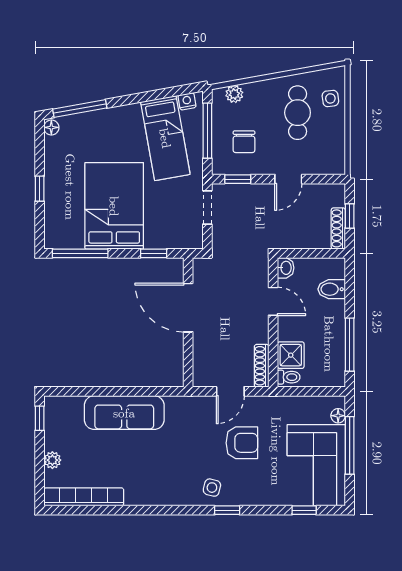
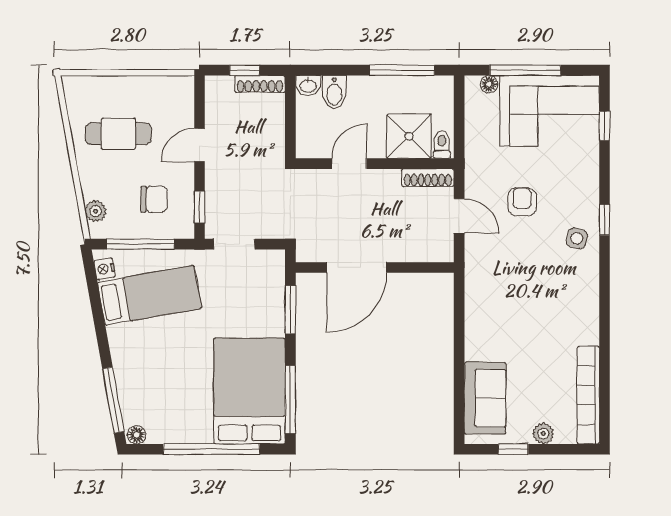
side table: (330, 98) -> (101, 94), removed
door: (288, 179) -> (200, 145), swing flipped
window: (40, 189) -> (211, 449), width x3.17
bed: (114, 206) -> (249, 391), moved, turned 90
window: (154, 253) -> (290, 310), width x1.50
washbasin: (286, 268) -> (308, 85), moved, turned 180
shower: (291, 355) -> (409, 136), width x1.36, depth x1.36
sofa: (124, 413) -> (485, 398), moved, width x0.73
window: (40, 418) -> (513, 449), moved
armchair: (242, 443) -> (522, 202), width x0.72, depth x0.72

